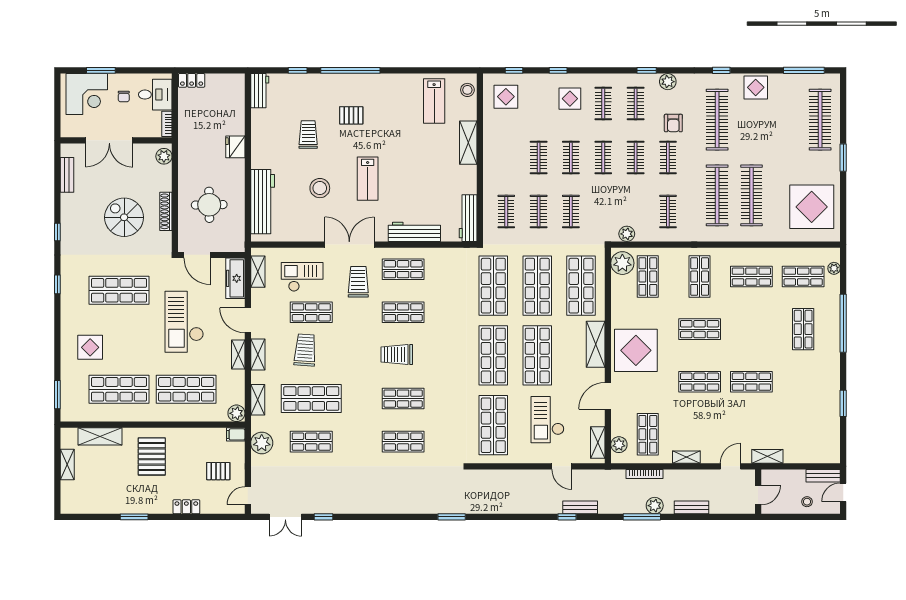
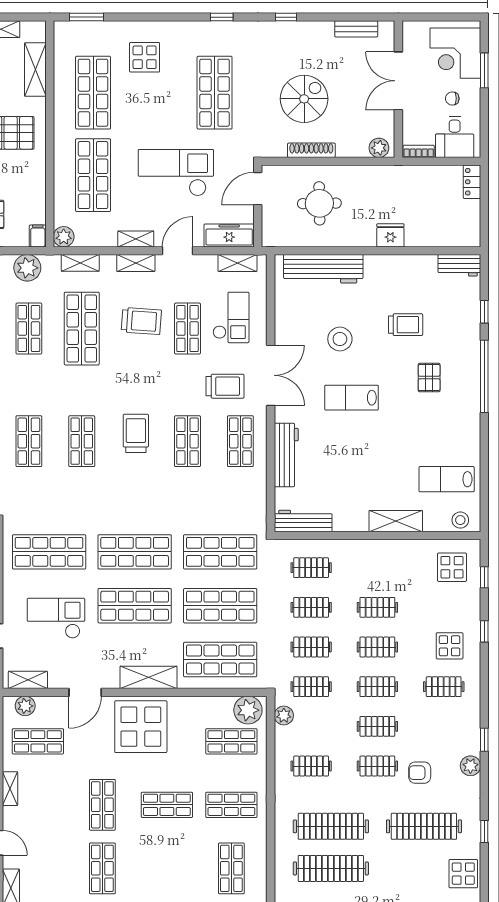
clothes rail: (636, 103) -> (311, 687), moved
shop shelf: (700, 329) -> (167, 805), turned 90
door: (608, 396) -> (85, 692), swing flipped

